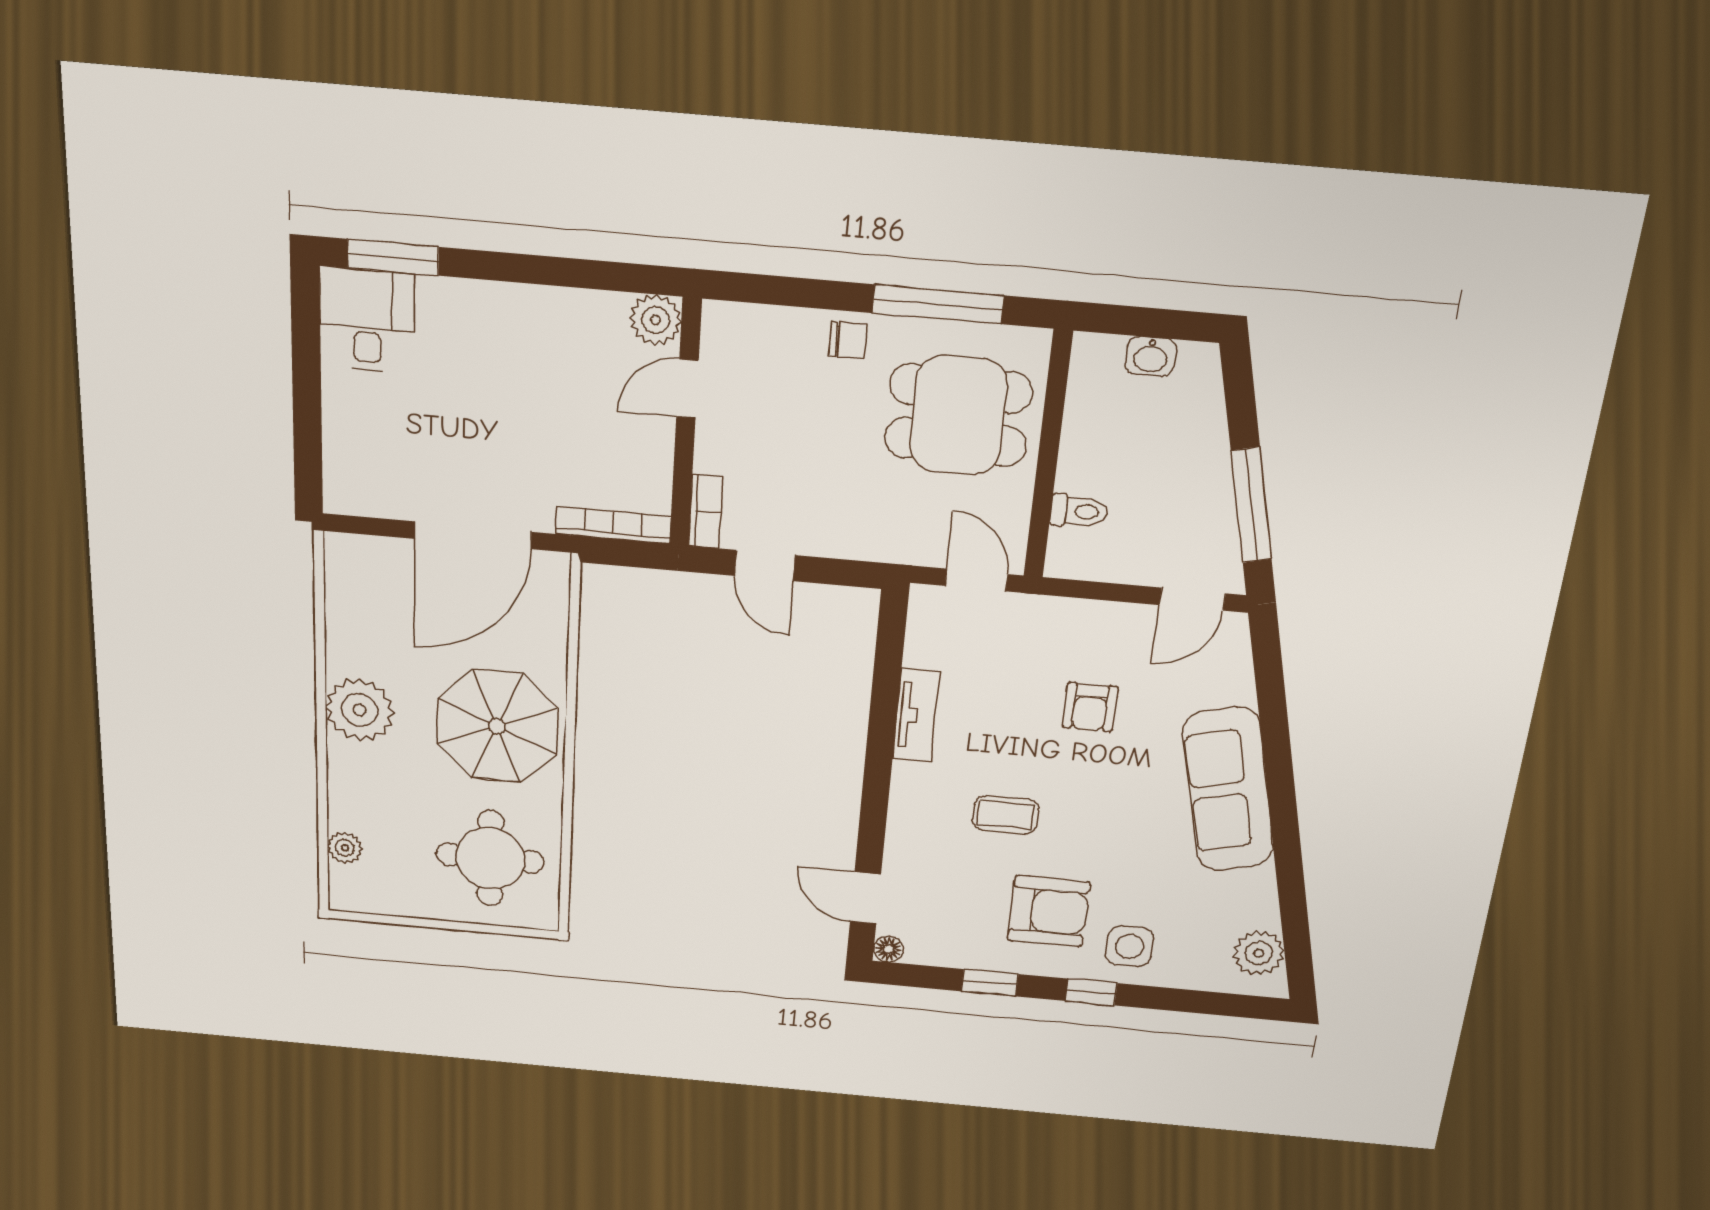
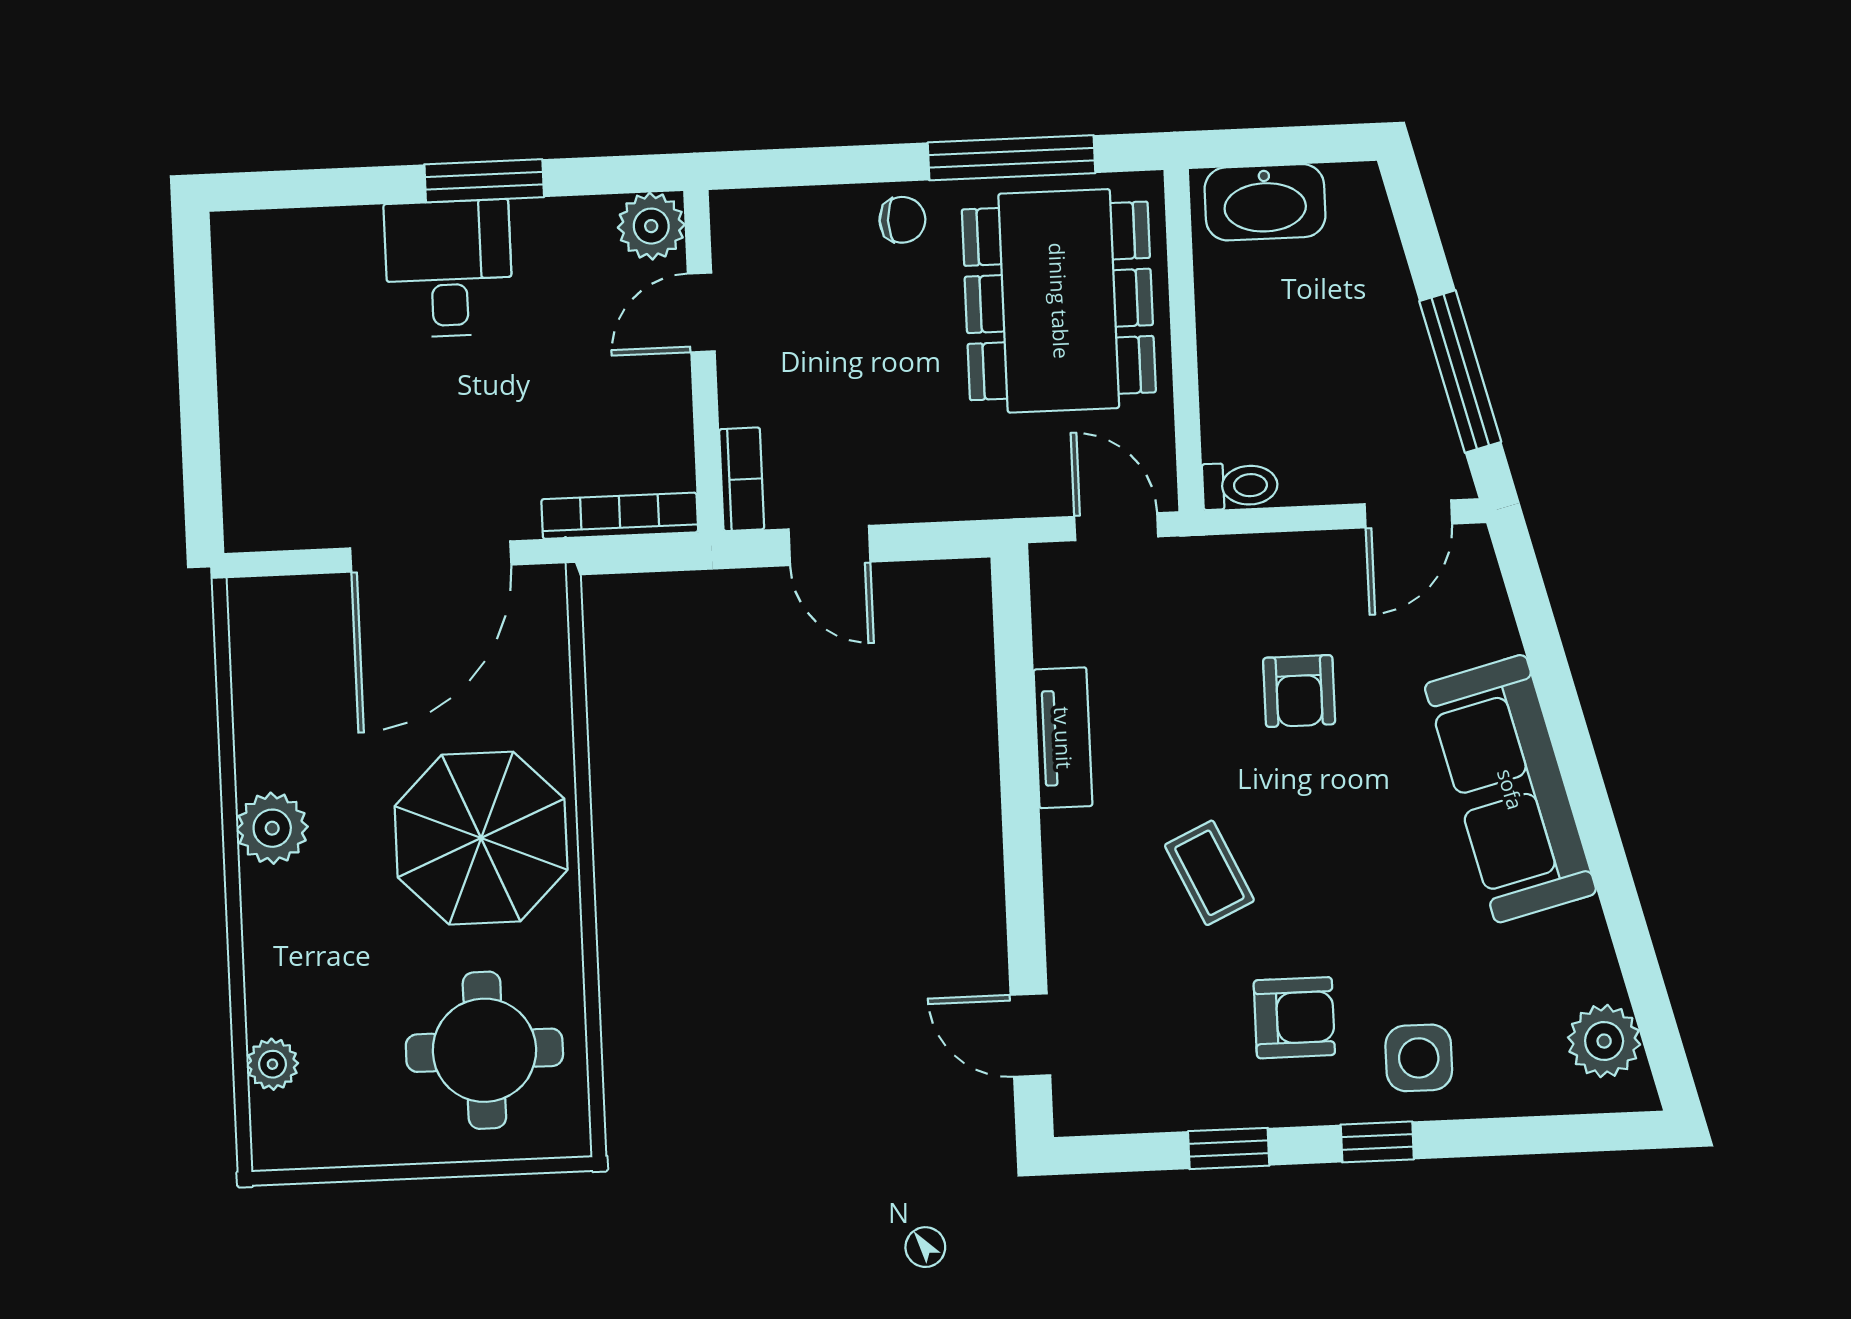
window: (393, 257) -> (484, 181), moved
desk: (367, 320) -> (449, 269), moved
washbasin: (1151, 356) -> (1265, 202), width x1.91, depth x1.45
dining table: (958, 415) -> (1059, 301), width x1.38
toilet: (1079, 511) -> (1240, 486), moved
plant: (360, 710) -> (272, 828), width x0.73, depth x0.73
coffee table: (1006, 815) -> (1209, 873), turned 65
armchair: (1049, 911) -> (1294, 1018), width x0.72, depth x0.72
floor lamp: (888, 949) -> (1074, 1115), removed

